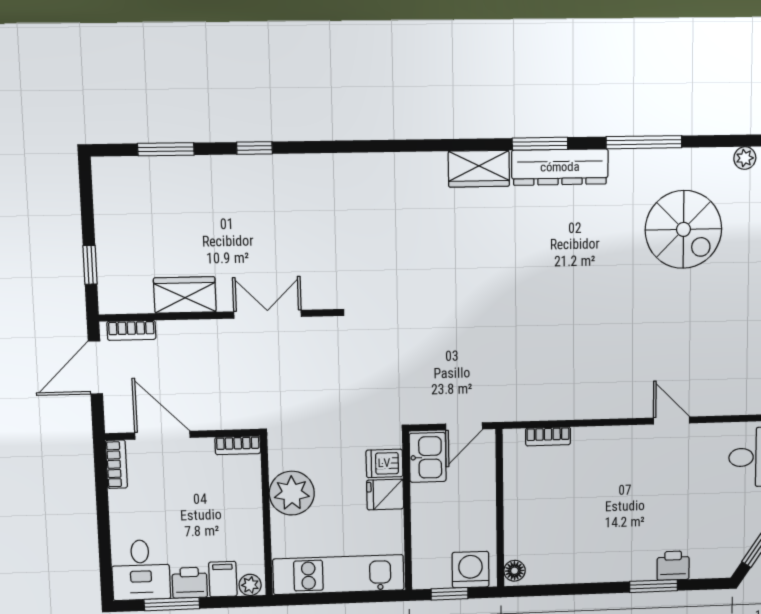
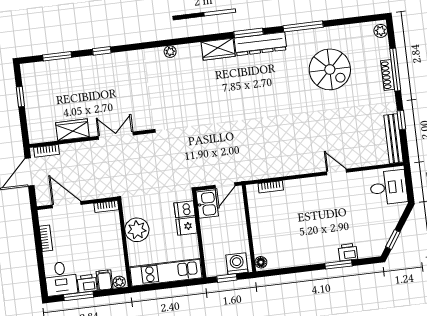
plant: (745, 158) -> (170, 52), moved
window: (90, 265) -> (20, 97), moved
bookcase: (116, 464) -> (46, 238), moved

